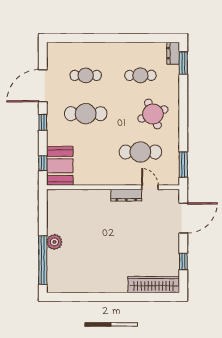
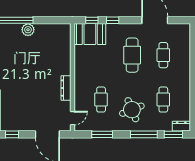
window: (183, 99) -> (144, 134), added
window: (43, 122) -> (113, 20), moved
cafe table: (140, 152) -> (101, 100), width x0.73, depth x0.74
window: (183, 165) -> (102, 134), moved
door: (150, 187) -> (72, 118), moved

